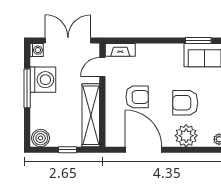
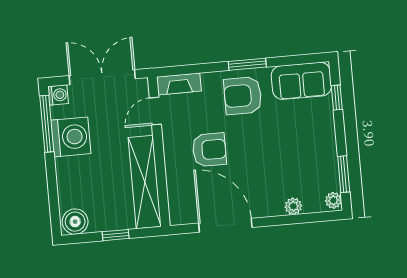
window: (198, 41) -> (247, 64), moved
window: (27, 88) -> (47, 124), moved
armchair: (185, 103) -> (243, 96), moved
plant: (186, 136) -> (293, 206), width x0.53, depth x0.53

